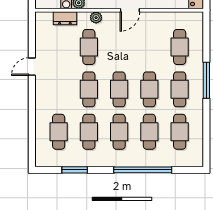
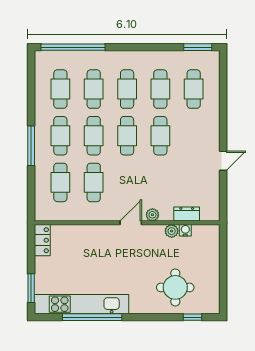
door: (130, 10) -> (131, 223), moved
cafe table: (89, 47) -> (94, 182), moved
window: (75, 170) -> (198, 47), moved
window: (143, 170) -> (73, 47), moved

